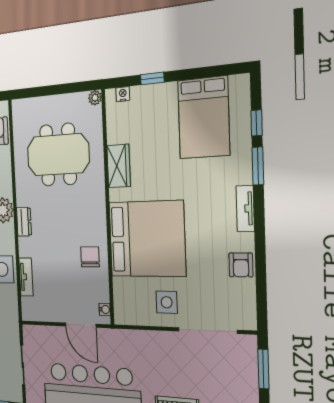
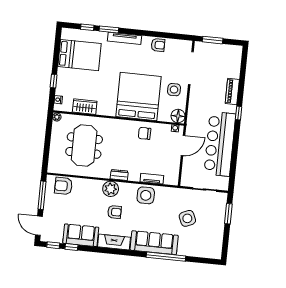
wardrobe: (119, 166) -> (85, 107), moved
tv unit: (245, 209) -> (125, 38), width x1.41
floor lamp: (125, 313) -> (178, 116), added

